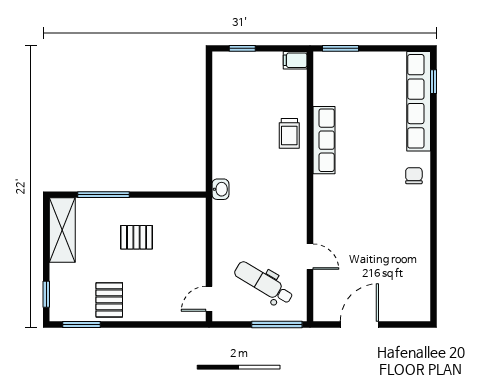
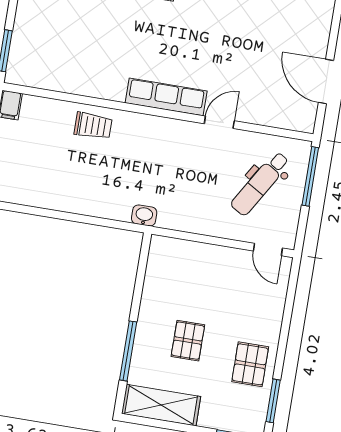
row of seats: (324, 140) -> (166, 97), moved
pallet: (137, 237) -> (188, 341), moved
door: (310, 257) -> (219, 122), moved
pallet: (109, 300) -> (250, 364), turned 90

